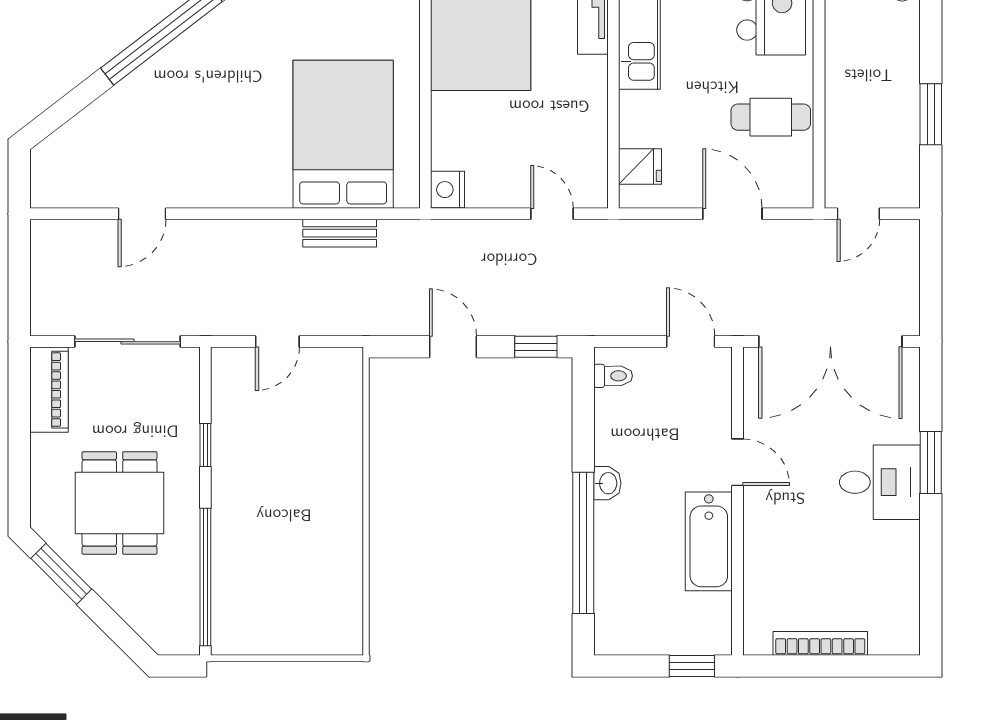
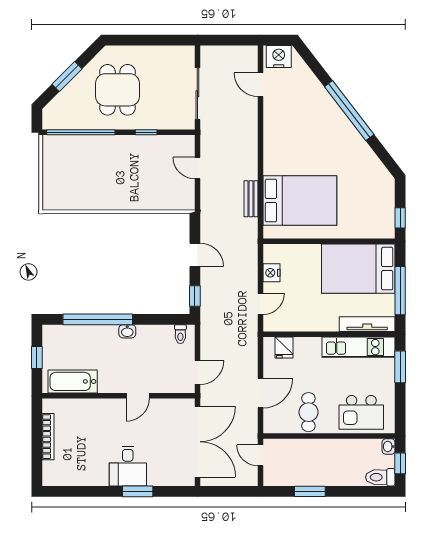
nightstand: (52, 177) -> (279, 57), added
nightstand: (448, 190) -> (272, 273), moved, turned -90
door: (142, 214) -> (261, 85), moved
double door: (830, 342) -> (197, 442), swing flipped
door: (453, 347) -> (195, 255), hinge flipped
piano: (49, 390) -> (174, 55), removed
dining table: (120, 503) -> (118, 90), turned 90
bathtub: (709, 541) -> (73, 381), moved
window: (61, 574) -> (67, 76), moved
window: (692, 666) -> (37, 357), moved

